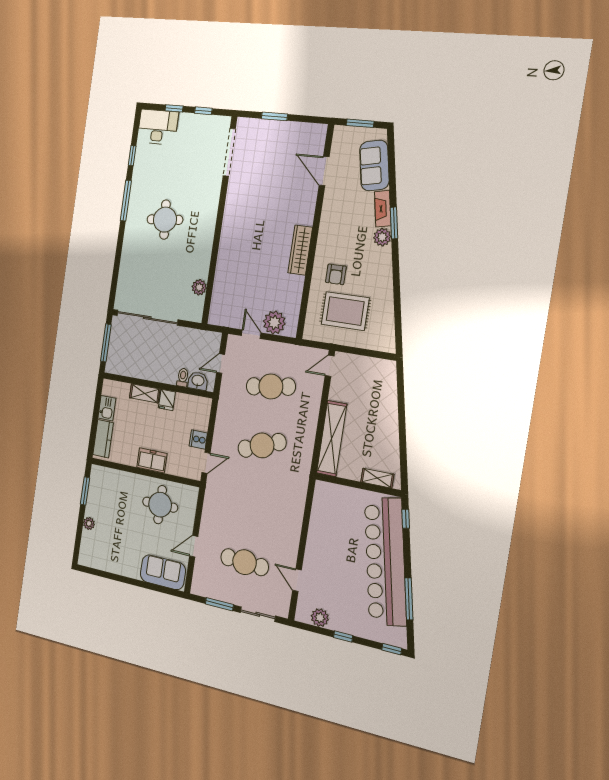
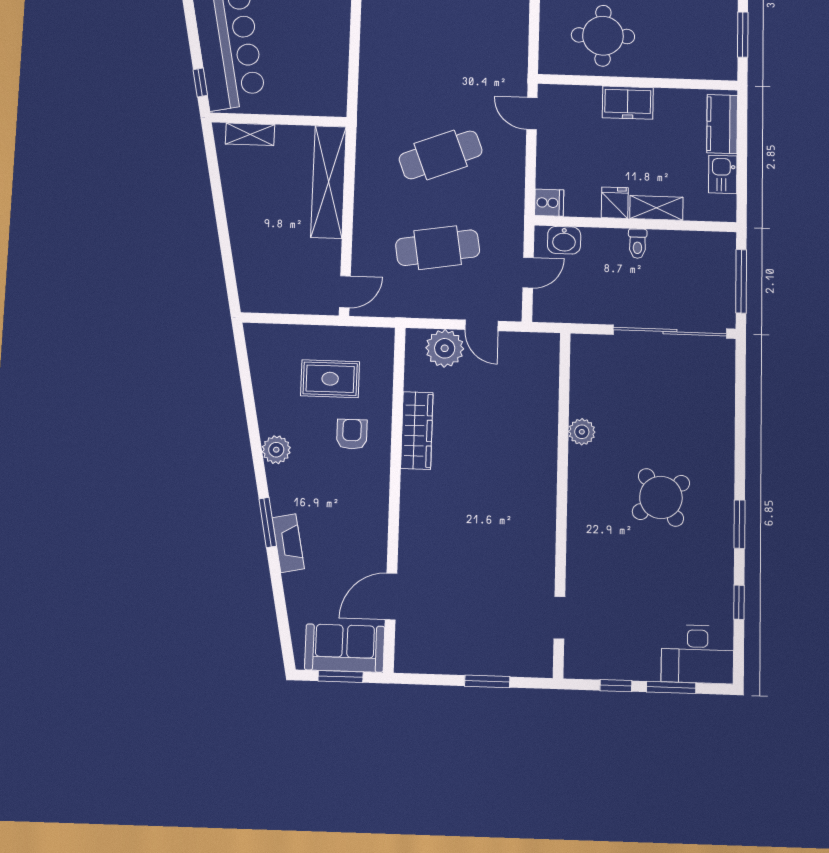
window: (174, 108) -> (671, 687), width x1.50
doorway: (229, 152) -> (559, 618), width x0.53
sofa: (374, 165) -> (345, 648), moved, turned -79
door: (324, 171) -> (391, 597), swing flipped
window: (126, 201) -> (739, 524), width x0.69
round table: (165, 220) -> (661, 497), turned -31
plant: (382, 237) -> (276, 450), moved
wardrobe: (300, 250) -> (417, 431), moved
plant: (199, 287) -> (582, 432), moved
rug: (345, 311) -> (330, 379), width x0.73, depth x0.70
toilet: (183, 378) -> (638, 244), moved
cooker: (198, 439) -> (549, 203), moved
door: (206, 463) -> (532, 114), hinge flipped

